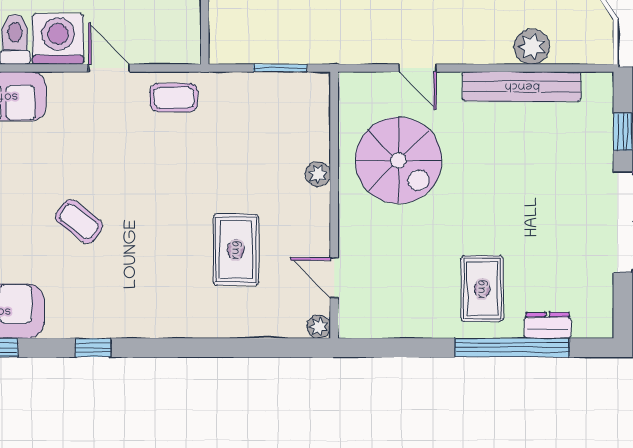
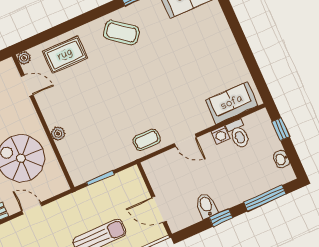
washing machine: (58, 39) -> (220, 135), width x0.53, depth x0.53
coffee table: (79, 221) -> (121, 33), moved, width x1.36, depth x1.30
rug: (236, 250) -> (65, 55), moved, turned 90

